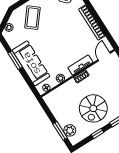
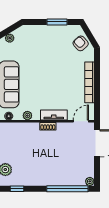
coffee table: (32, 18) -> (37, 43), removed
spiral stairs: (93, 108) -> (40, 163), removed
window: (97, 133) -> (17, 189), moved

